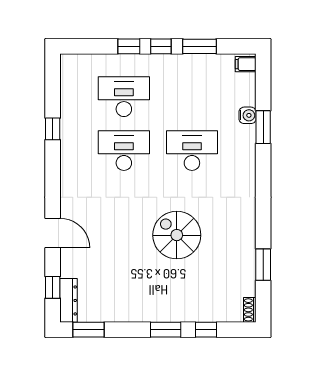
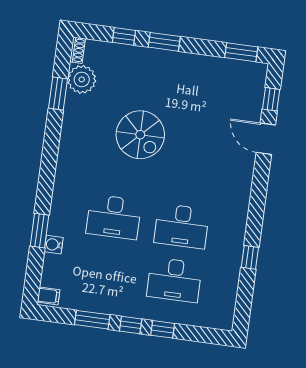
door: (53, 233) -> (266, 139), moved
plant: (242, 282) -> (82, 79), added
dresser: (68, 300) -> (257, 84), removed

